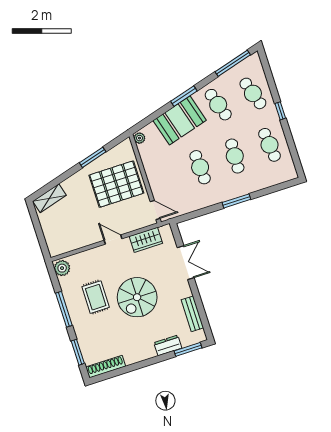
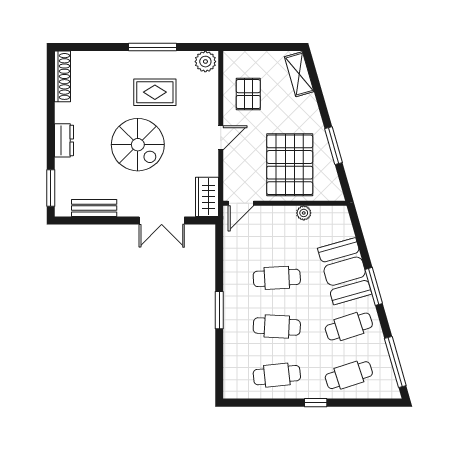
plant: (139, 138) -> (304, 213), moved
pallet: (75, 230) -> (248, 94), added
wardrobe: (146, 240) -> (207, 197), moved
spiral stairs: (137, 297) -> (138, 145), turned 180
dresser: (168, 345) -> (64, 140), moved
window: (78, 352) -> (92, 47), removed

